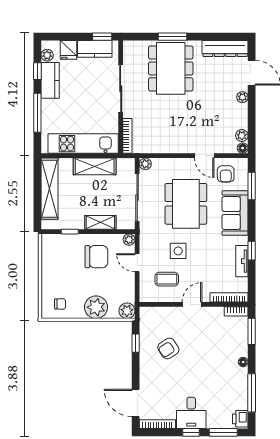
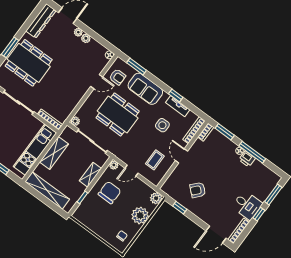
plant: (242, 135) -> (86, 38), moved
side table: (178, 251) -> (162, 125), moved
armchair: (168, 348) -> (198, 190), turned 75
window: (252, 393) -> (252, 152), moved
printer: (240, 419) -> (247, 159), moved

